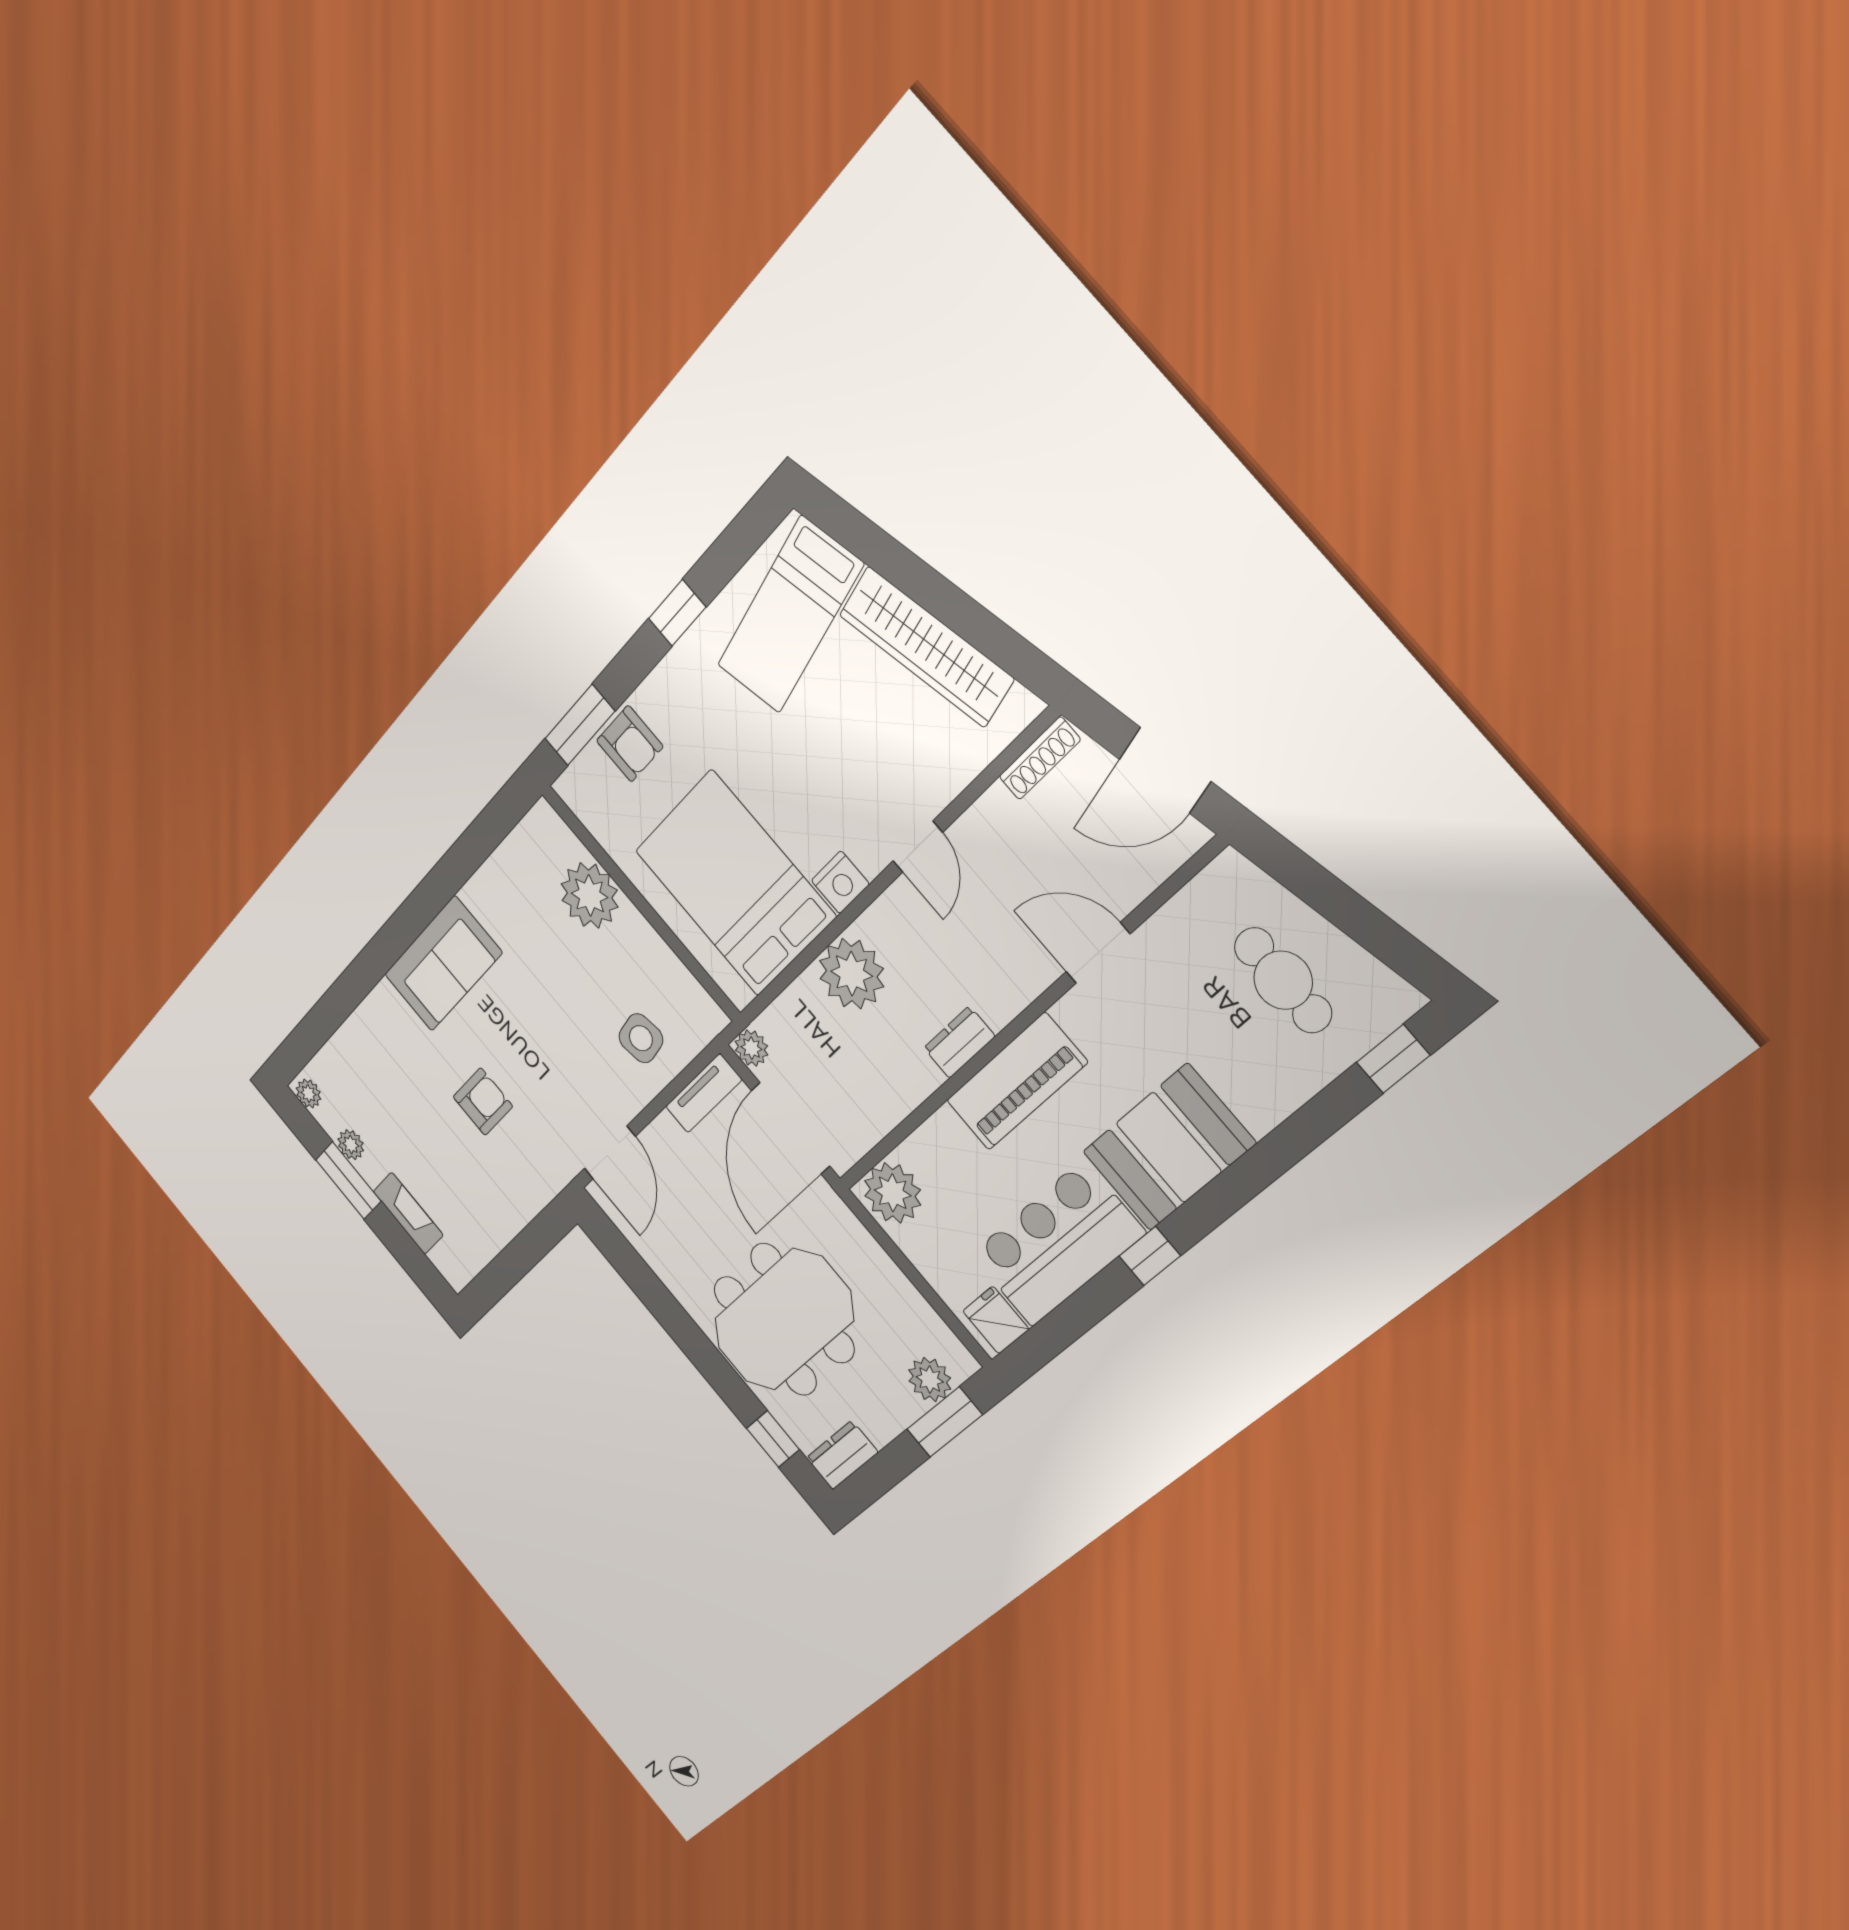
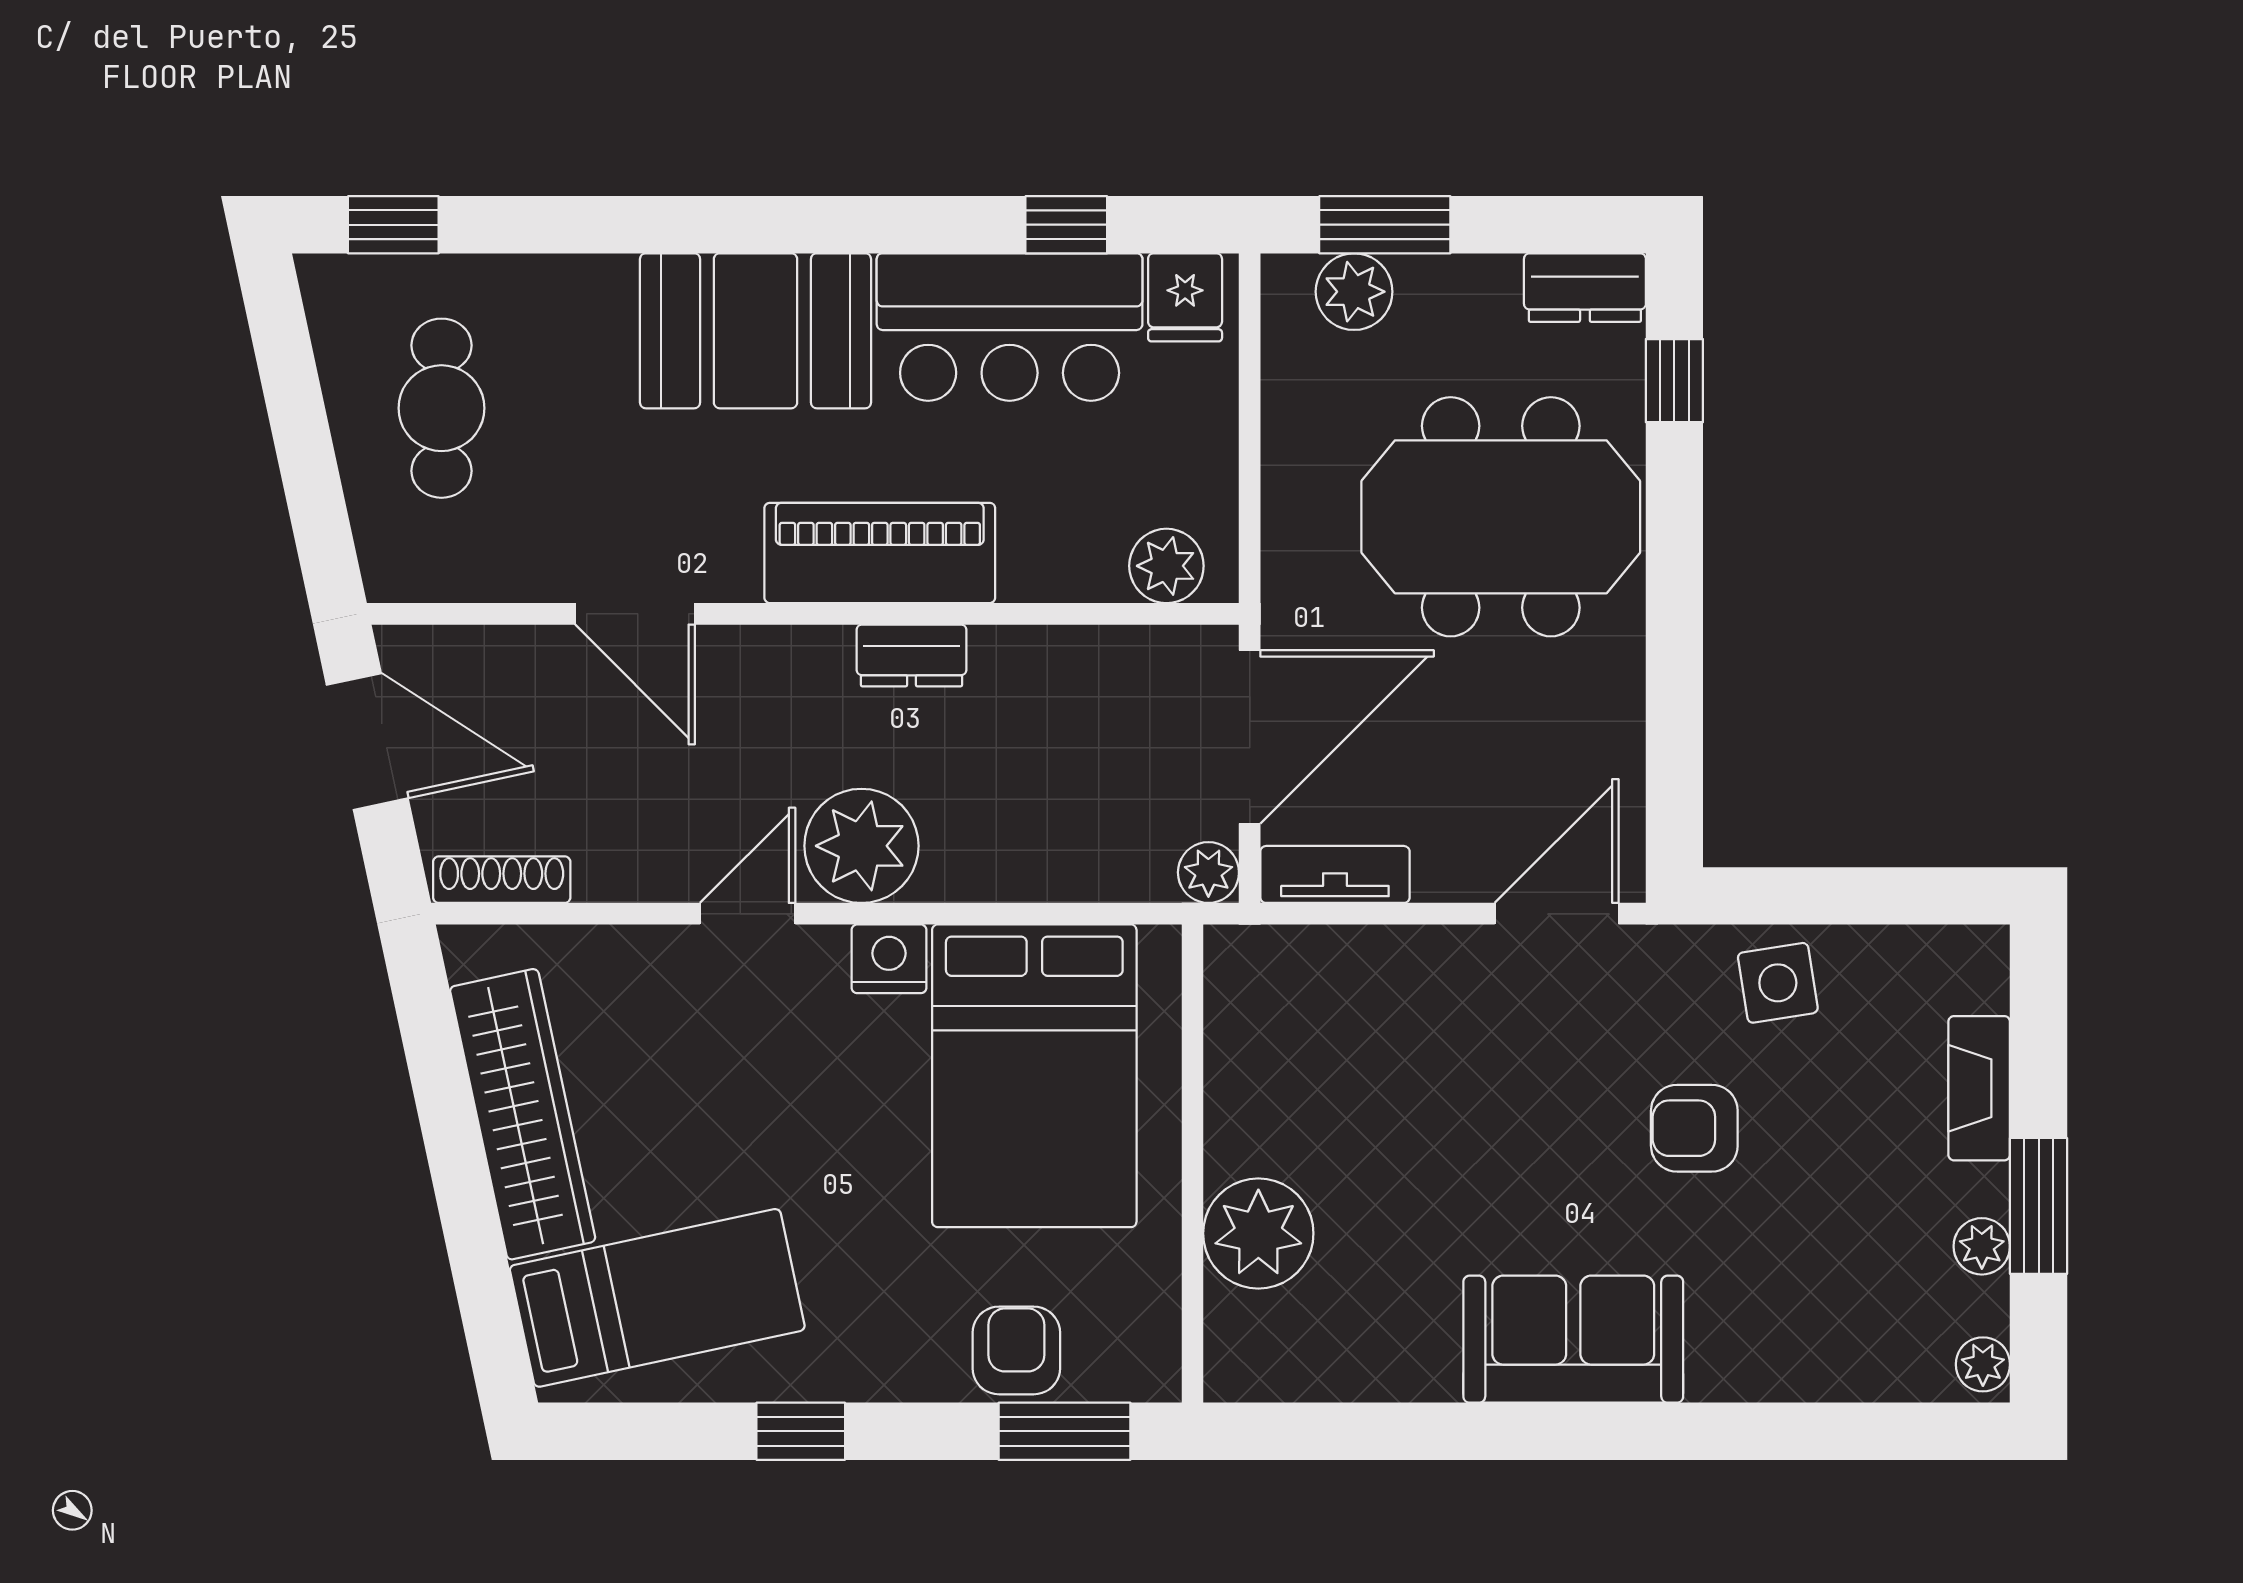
plant: (852, 974) -> (861, 846), moved
side table: (641, 1038) -> (1778, 983), moved
plant: (893, 1193) -> (1166, 566), width x0.73, depth x0.73
window: (1150, 1256) -> (1066, 225), moved

